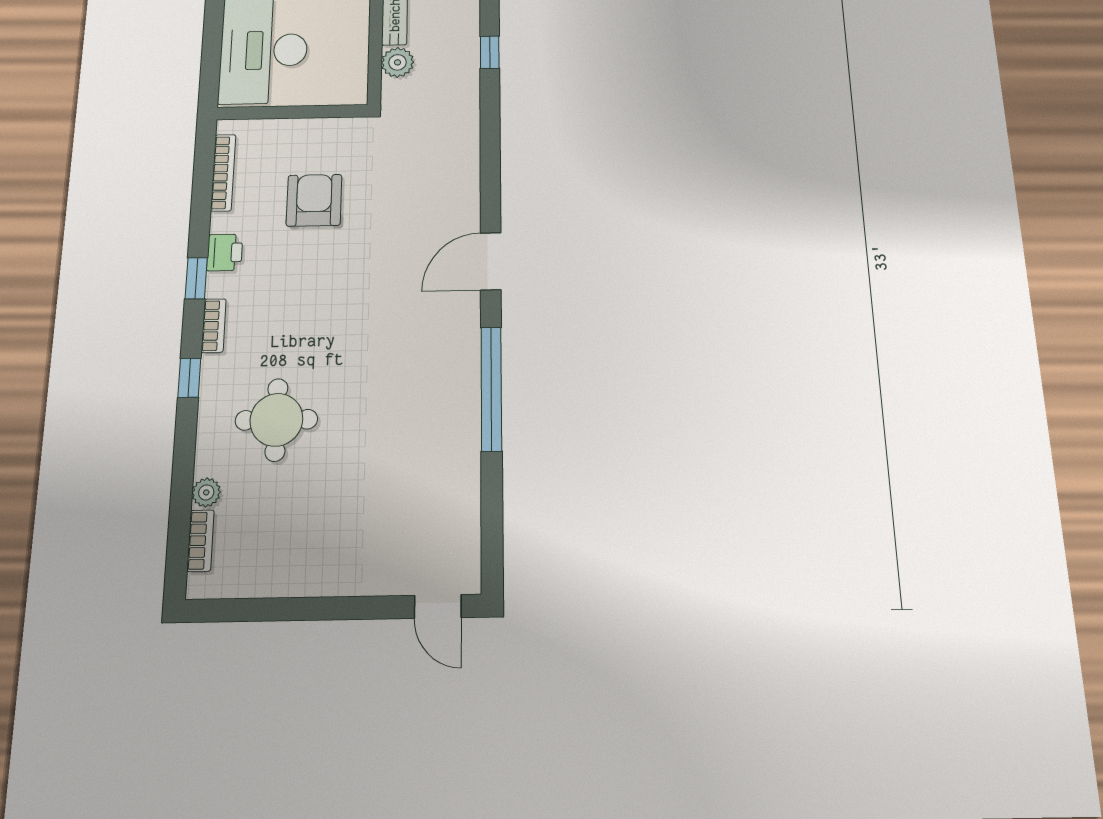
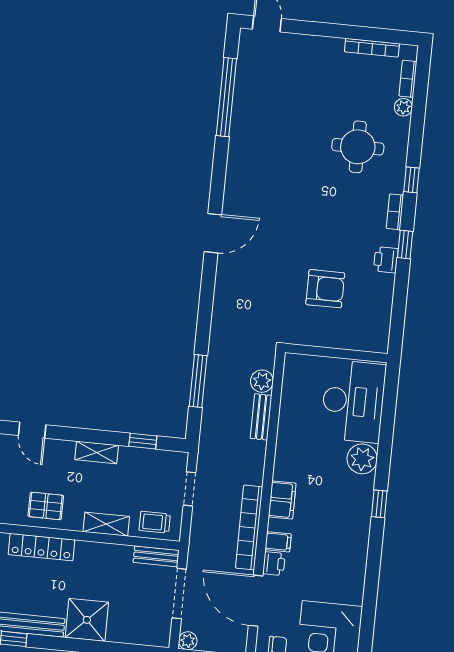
window: (490, 52) -> (198, 381), width x2.17
bookcase: (223, 173) -> (372, 48), moved, turned -90
armchair: (314, 200) -> (325, 289), turned -90
window: (491, 389) -> (226, 97), moved

